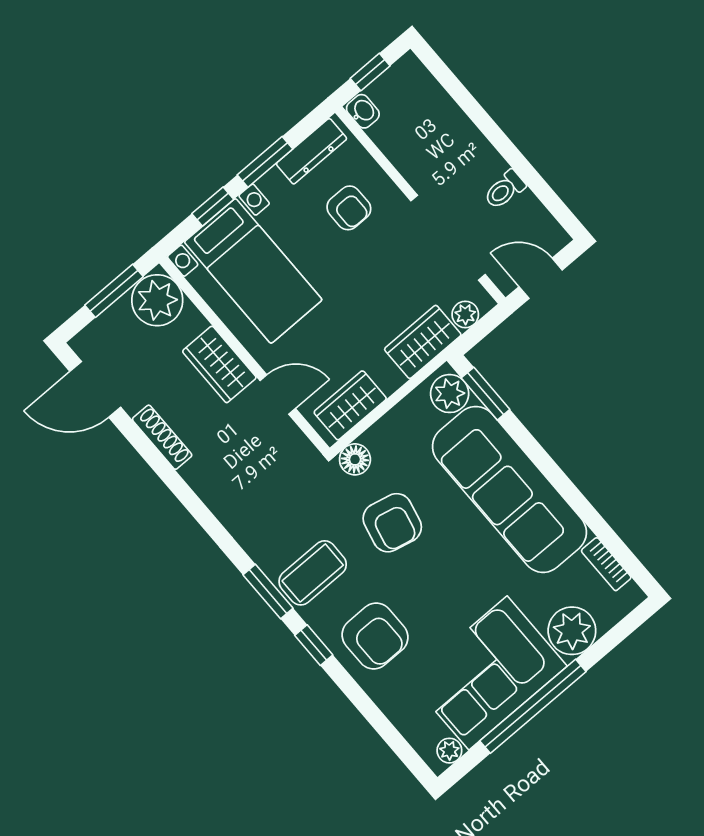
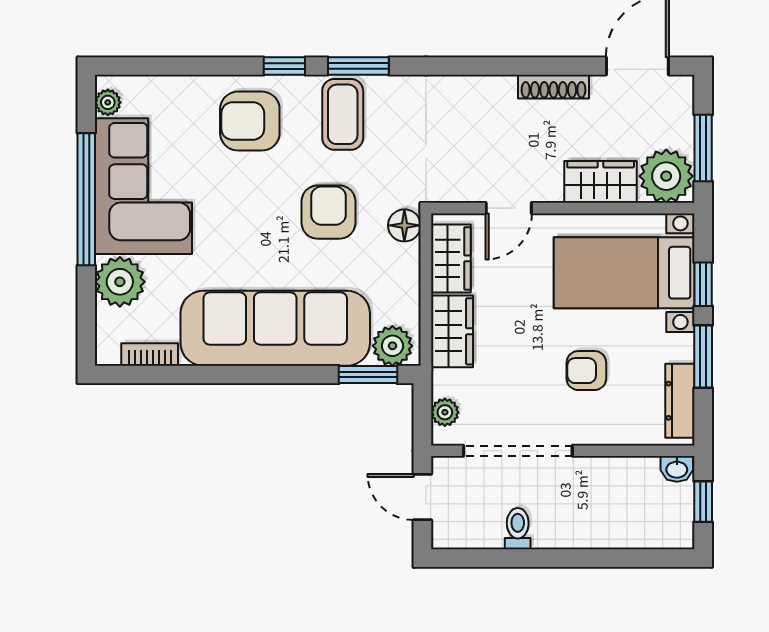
armchair: (349, 208) -> (586, 371), moved
door: (541, 278) -> (422, 497), swing flipped
wardrobe: (423, 342) -> (452, 331), moved
wardrobe: (219, 364) -> (601, 182), moved
armchair: (392, 523) -> (329, 212), turned 77

